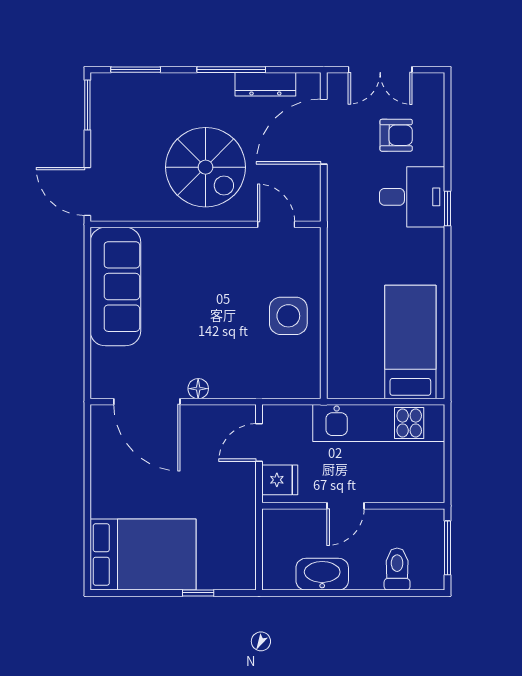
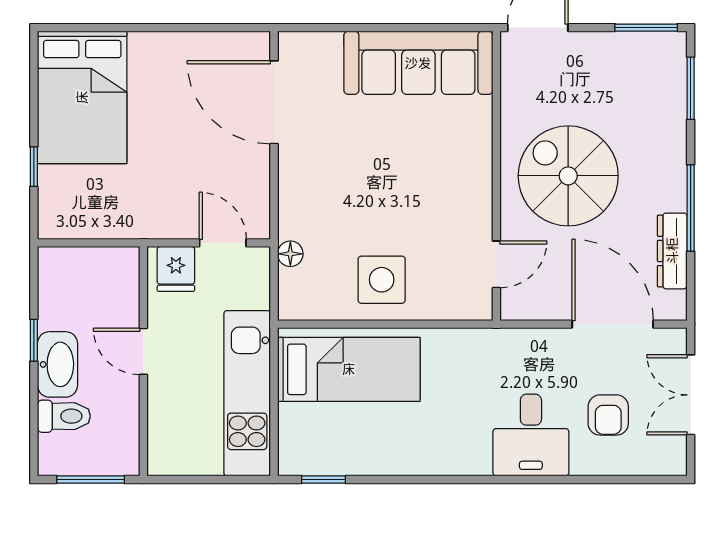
spiral stairs: (206, 167) -> (568, 176), turned 90
window: (448, 209) -> (323, 480), moved
bed: (410, 342) -> (349, 369), moved
floor lamp: (198, 389) -> (290, 254), moved
door: (147, 402) -> (274, 102), hinge flipped
washbasin: (322, 574) -> (58, 364), moved
window: (337, 593) -> (34, 340), added

